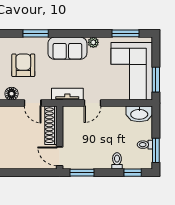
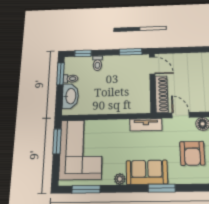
window: (36, 33) -> (162, 188), moved
door: (93, 103) -> (121, 117), removed
washbasin: (139, 114) -> (70, 96), moved, turned 90

